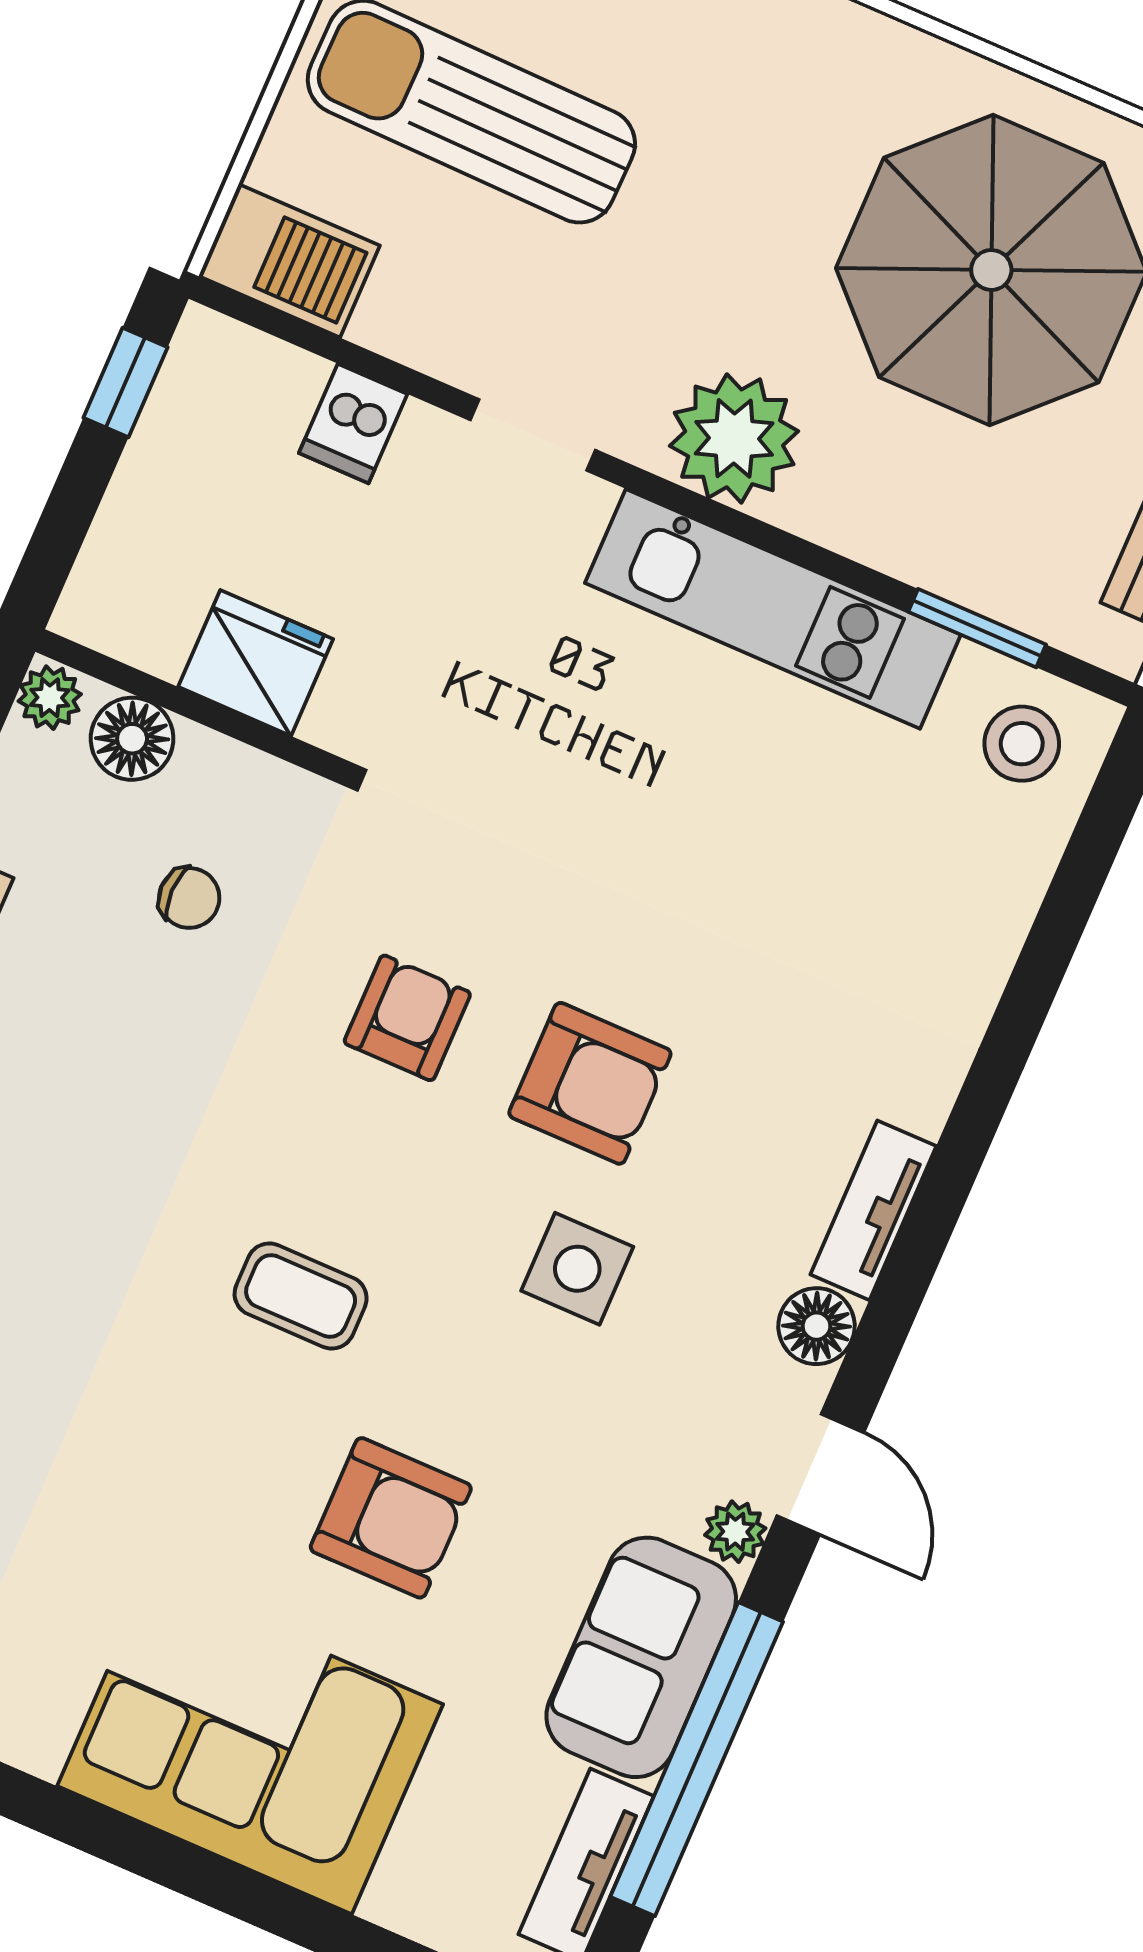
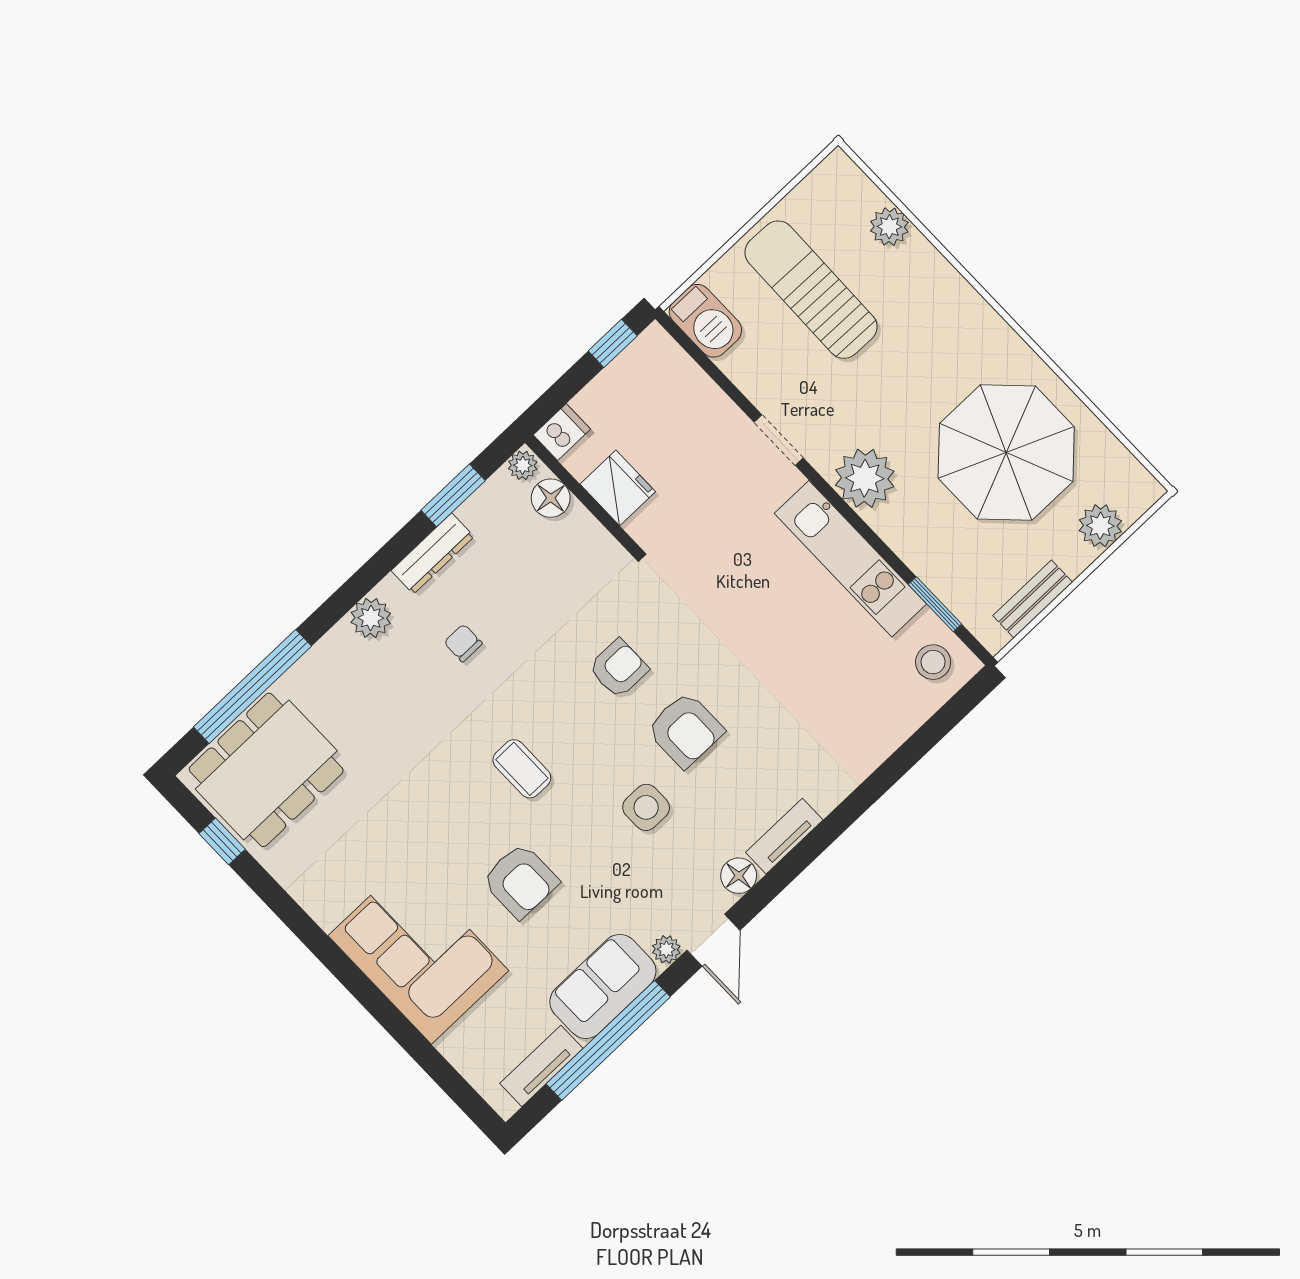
dishwasher: (353, 423) -> (562, 432), moved, turned 180
chair: (189, 898) -> (463, 643), moved, turned 180

